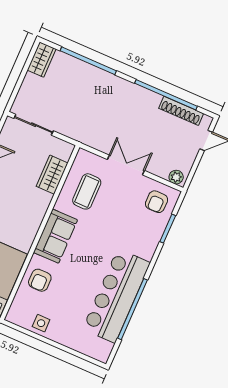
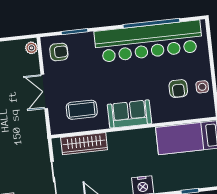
wardrobe: (52, 175) -> (84, 144), width x1.50
armchair: (40, 280) -> (178, 89), moved, turned 90
bar counter: (116, 296) -> (148, 41), width x1.36

